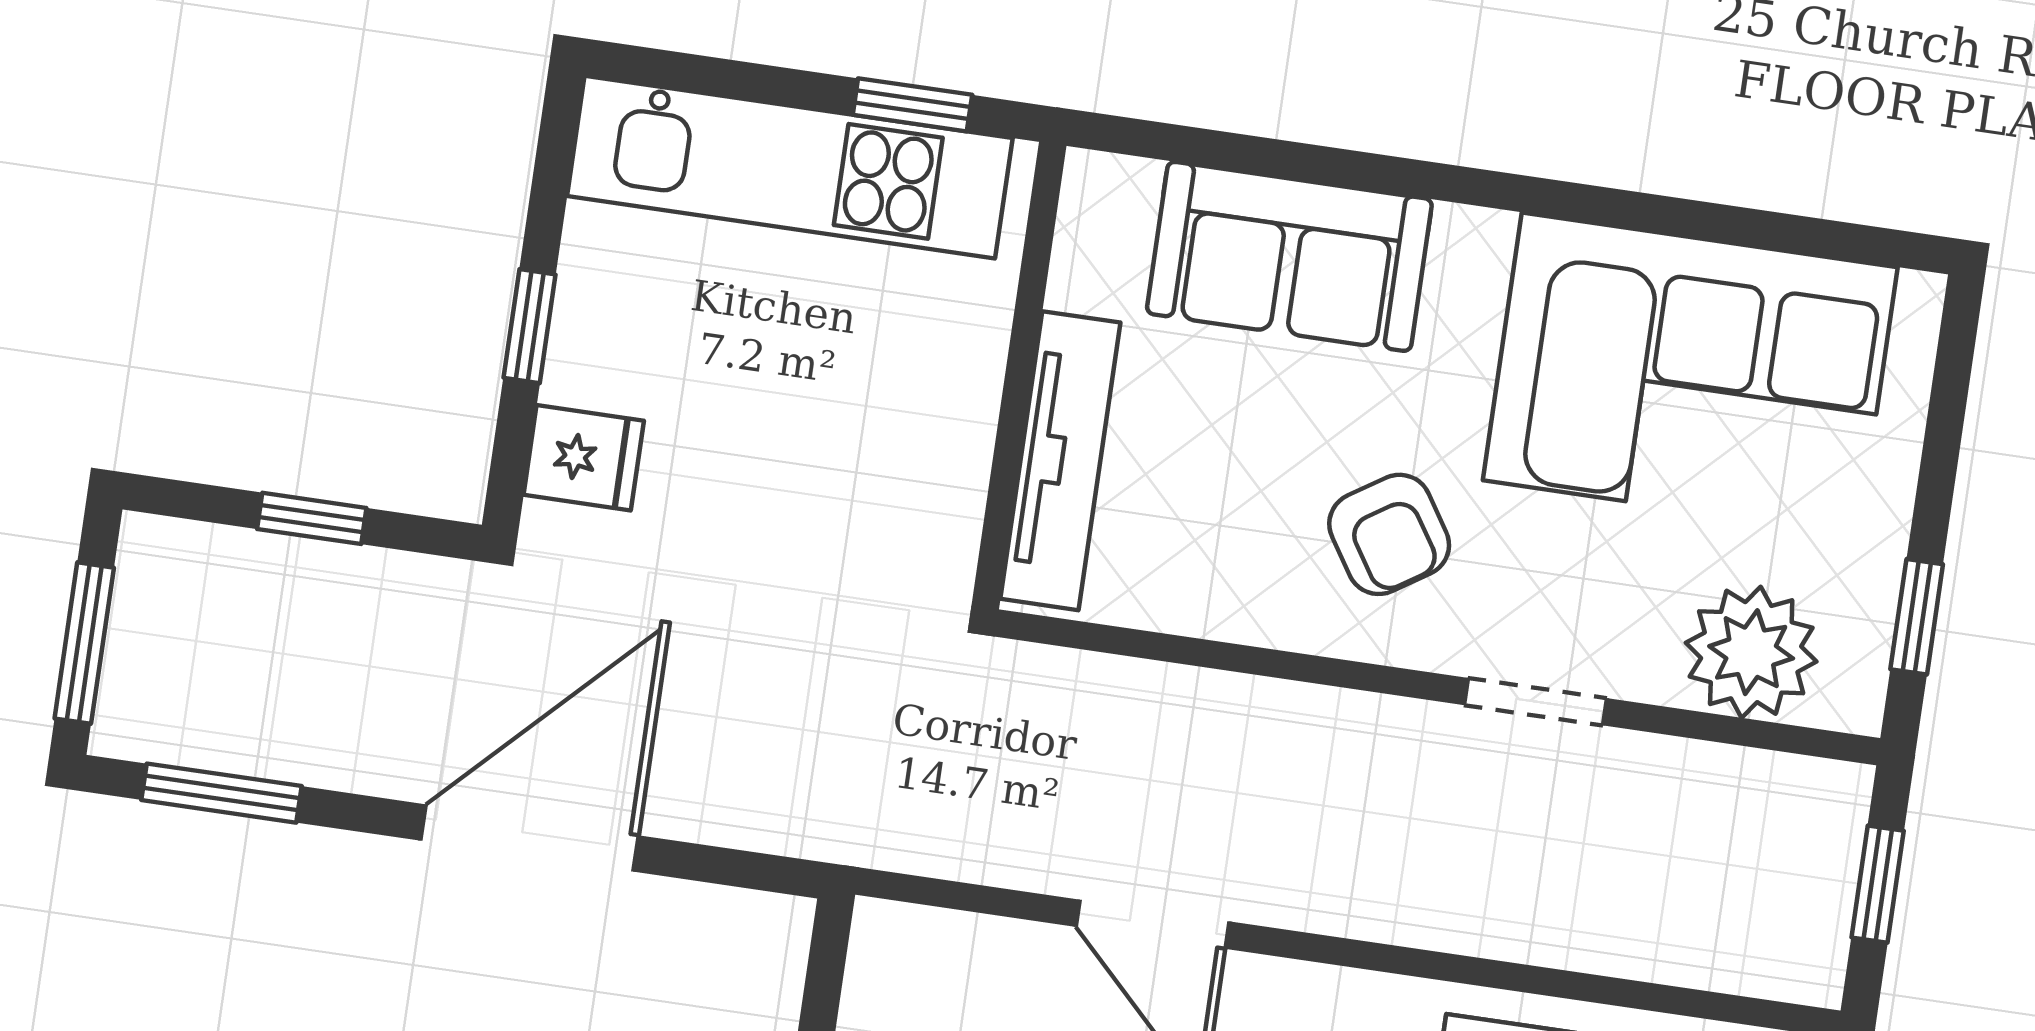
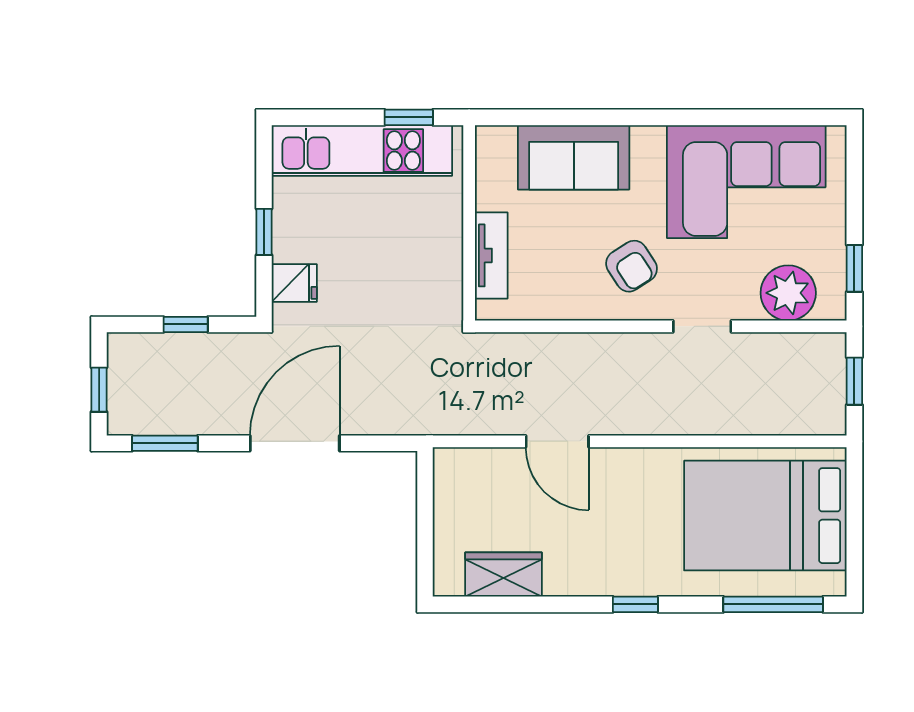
tv unit: (1060, 461) -> (491, 255), width x0.71
window: (84, 643) -> (99, 390), width x0.67

